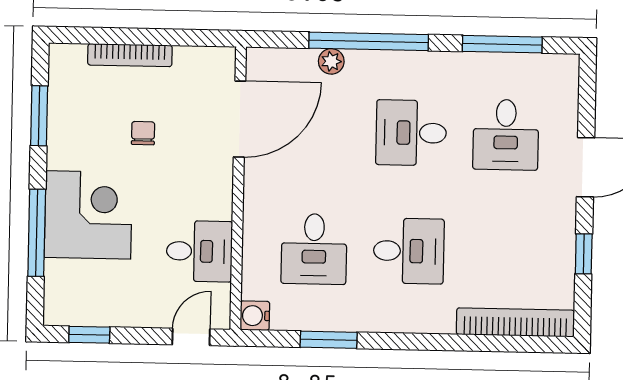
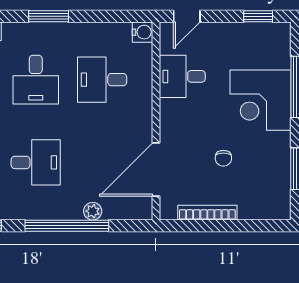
bookcase: (130, 55) -> (207, 213), moved
desk: (314, 249) -> (102, 80), turned -90
desk: (409, 251) -> (36, 80), turned -90
window: (329, 340) -> (49, 16), moved

